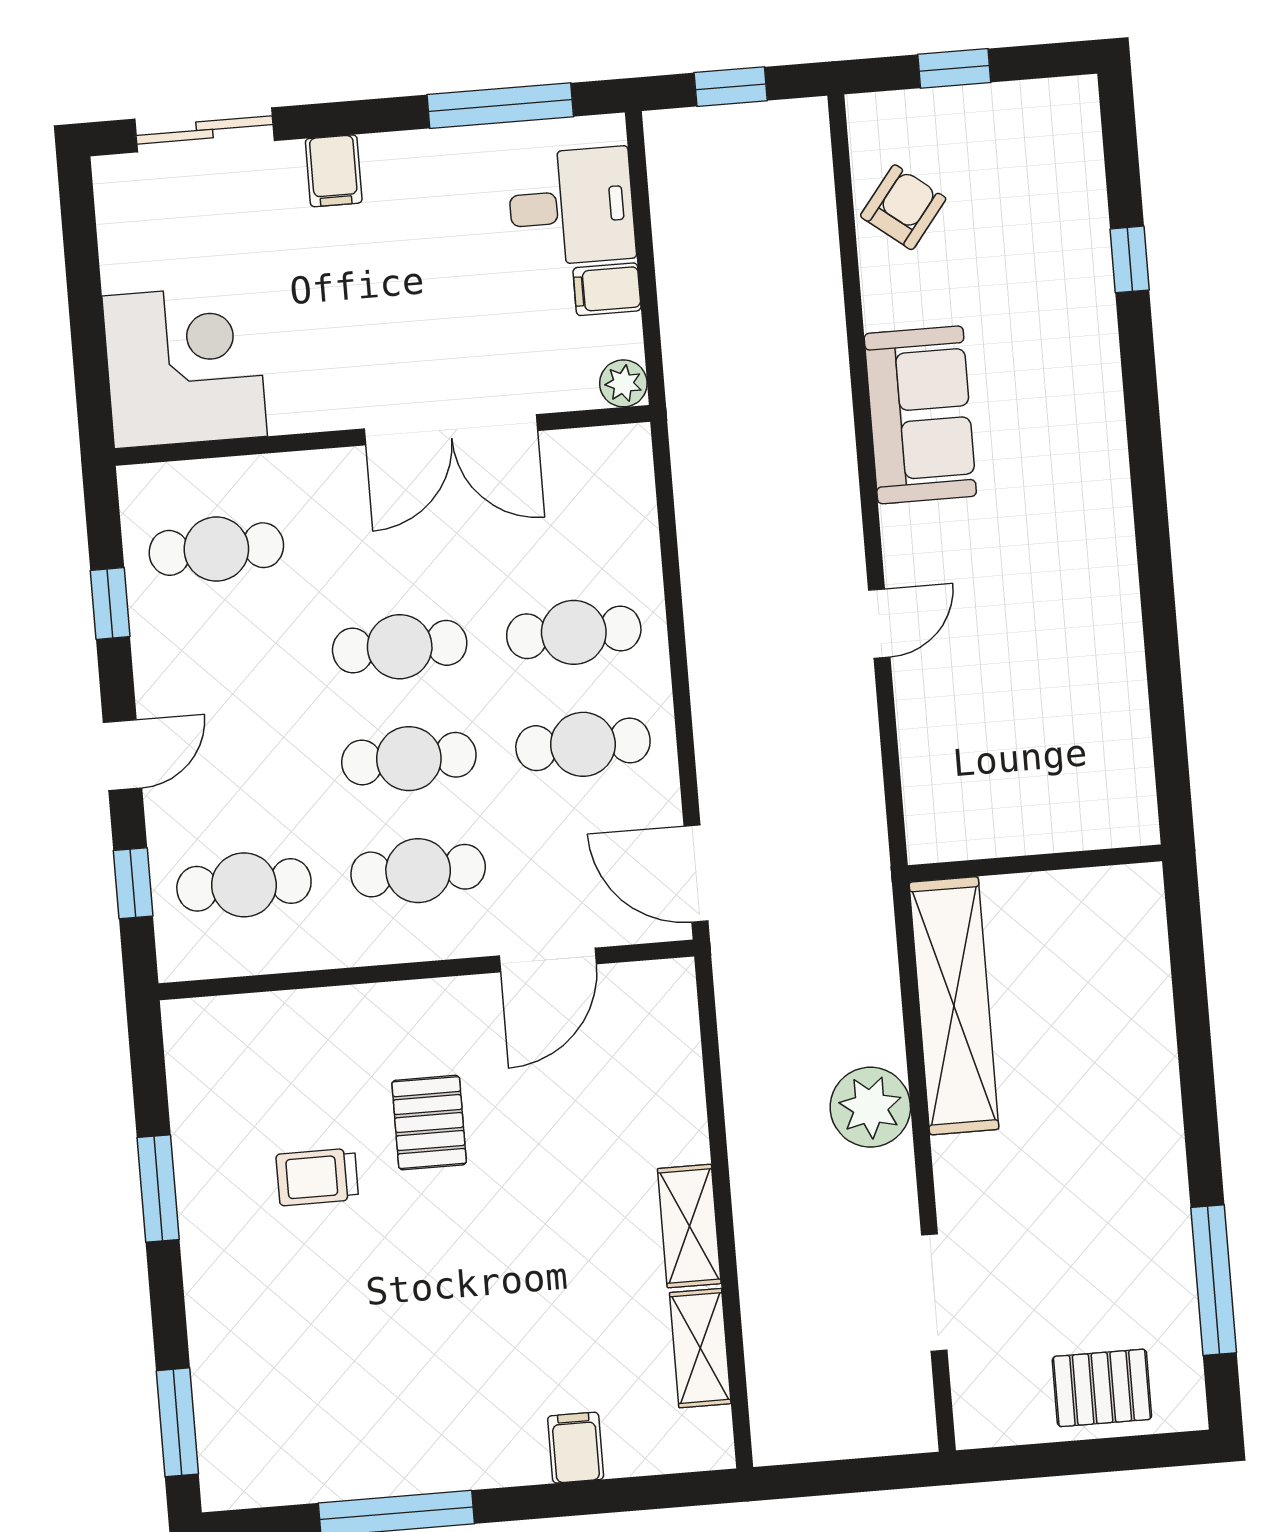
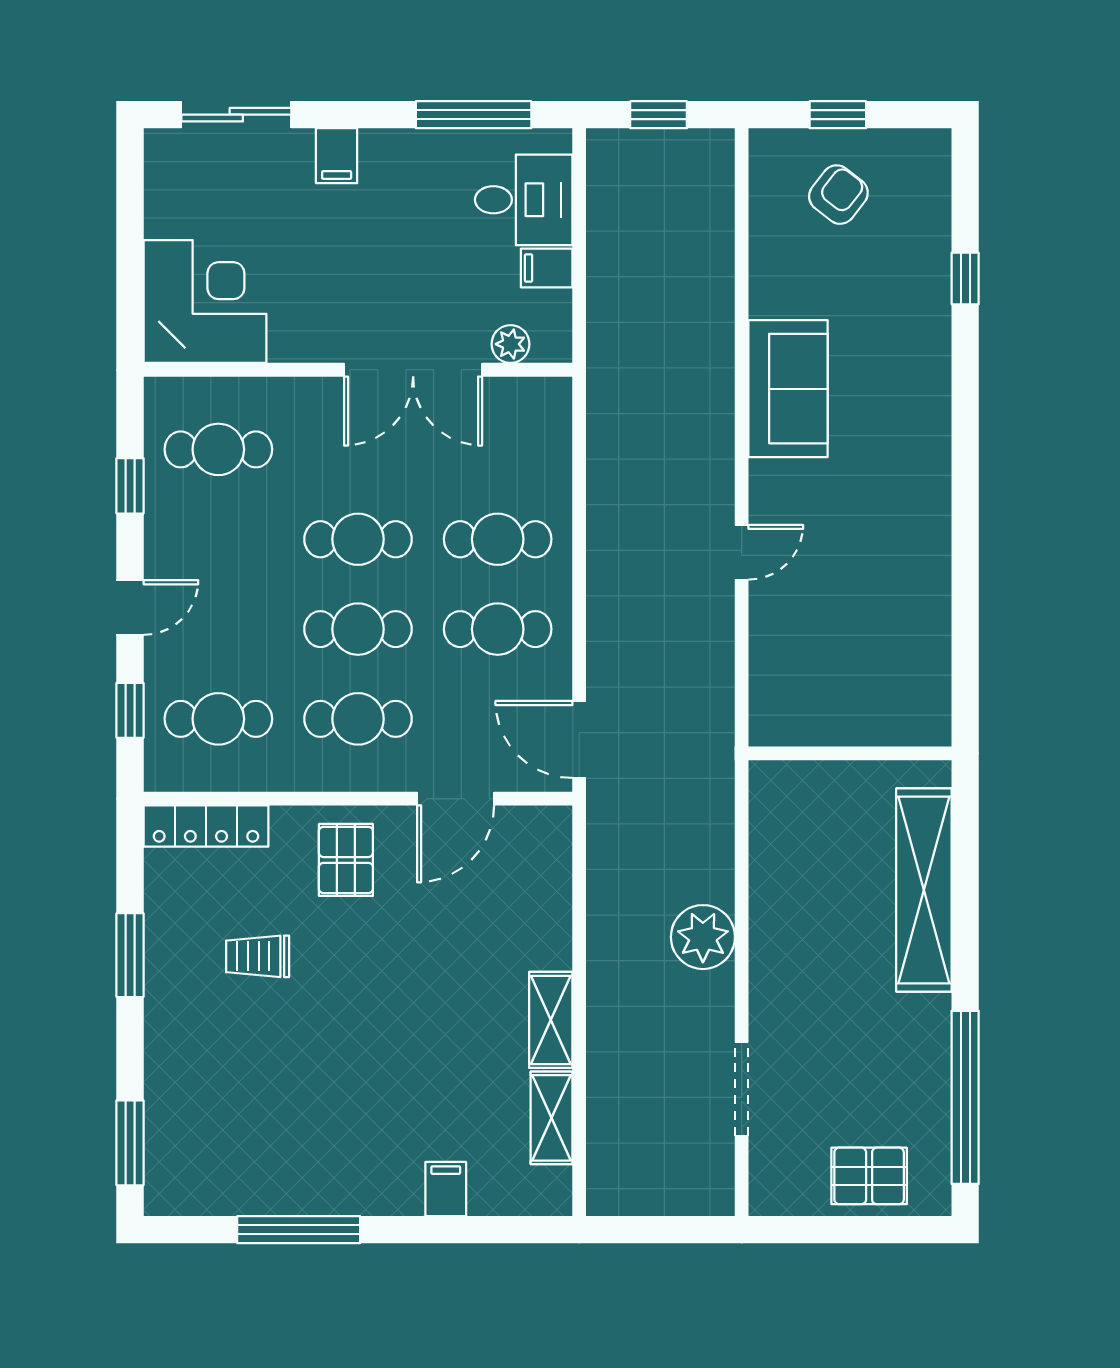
armchair: (903, 207) -> (838, 195), moved
plant: (623, 383) -> (511, 344), moved
shelving: (954, 1006) -> (924, 890), moved
locker: (240, 1020) -> (206, 826), added
pallet: (429, 1123) -> (346, 860), moved
window: (1214, 1280) -> (965, 1097), width x1.46

